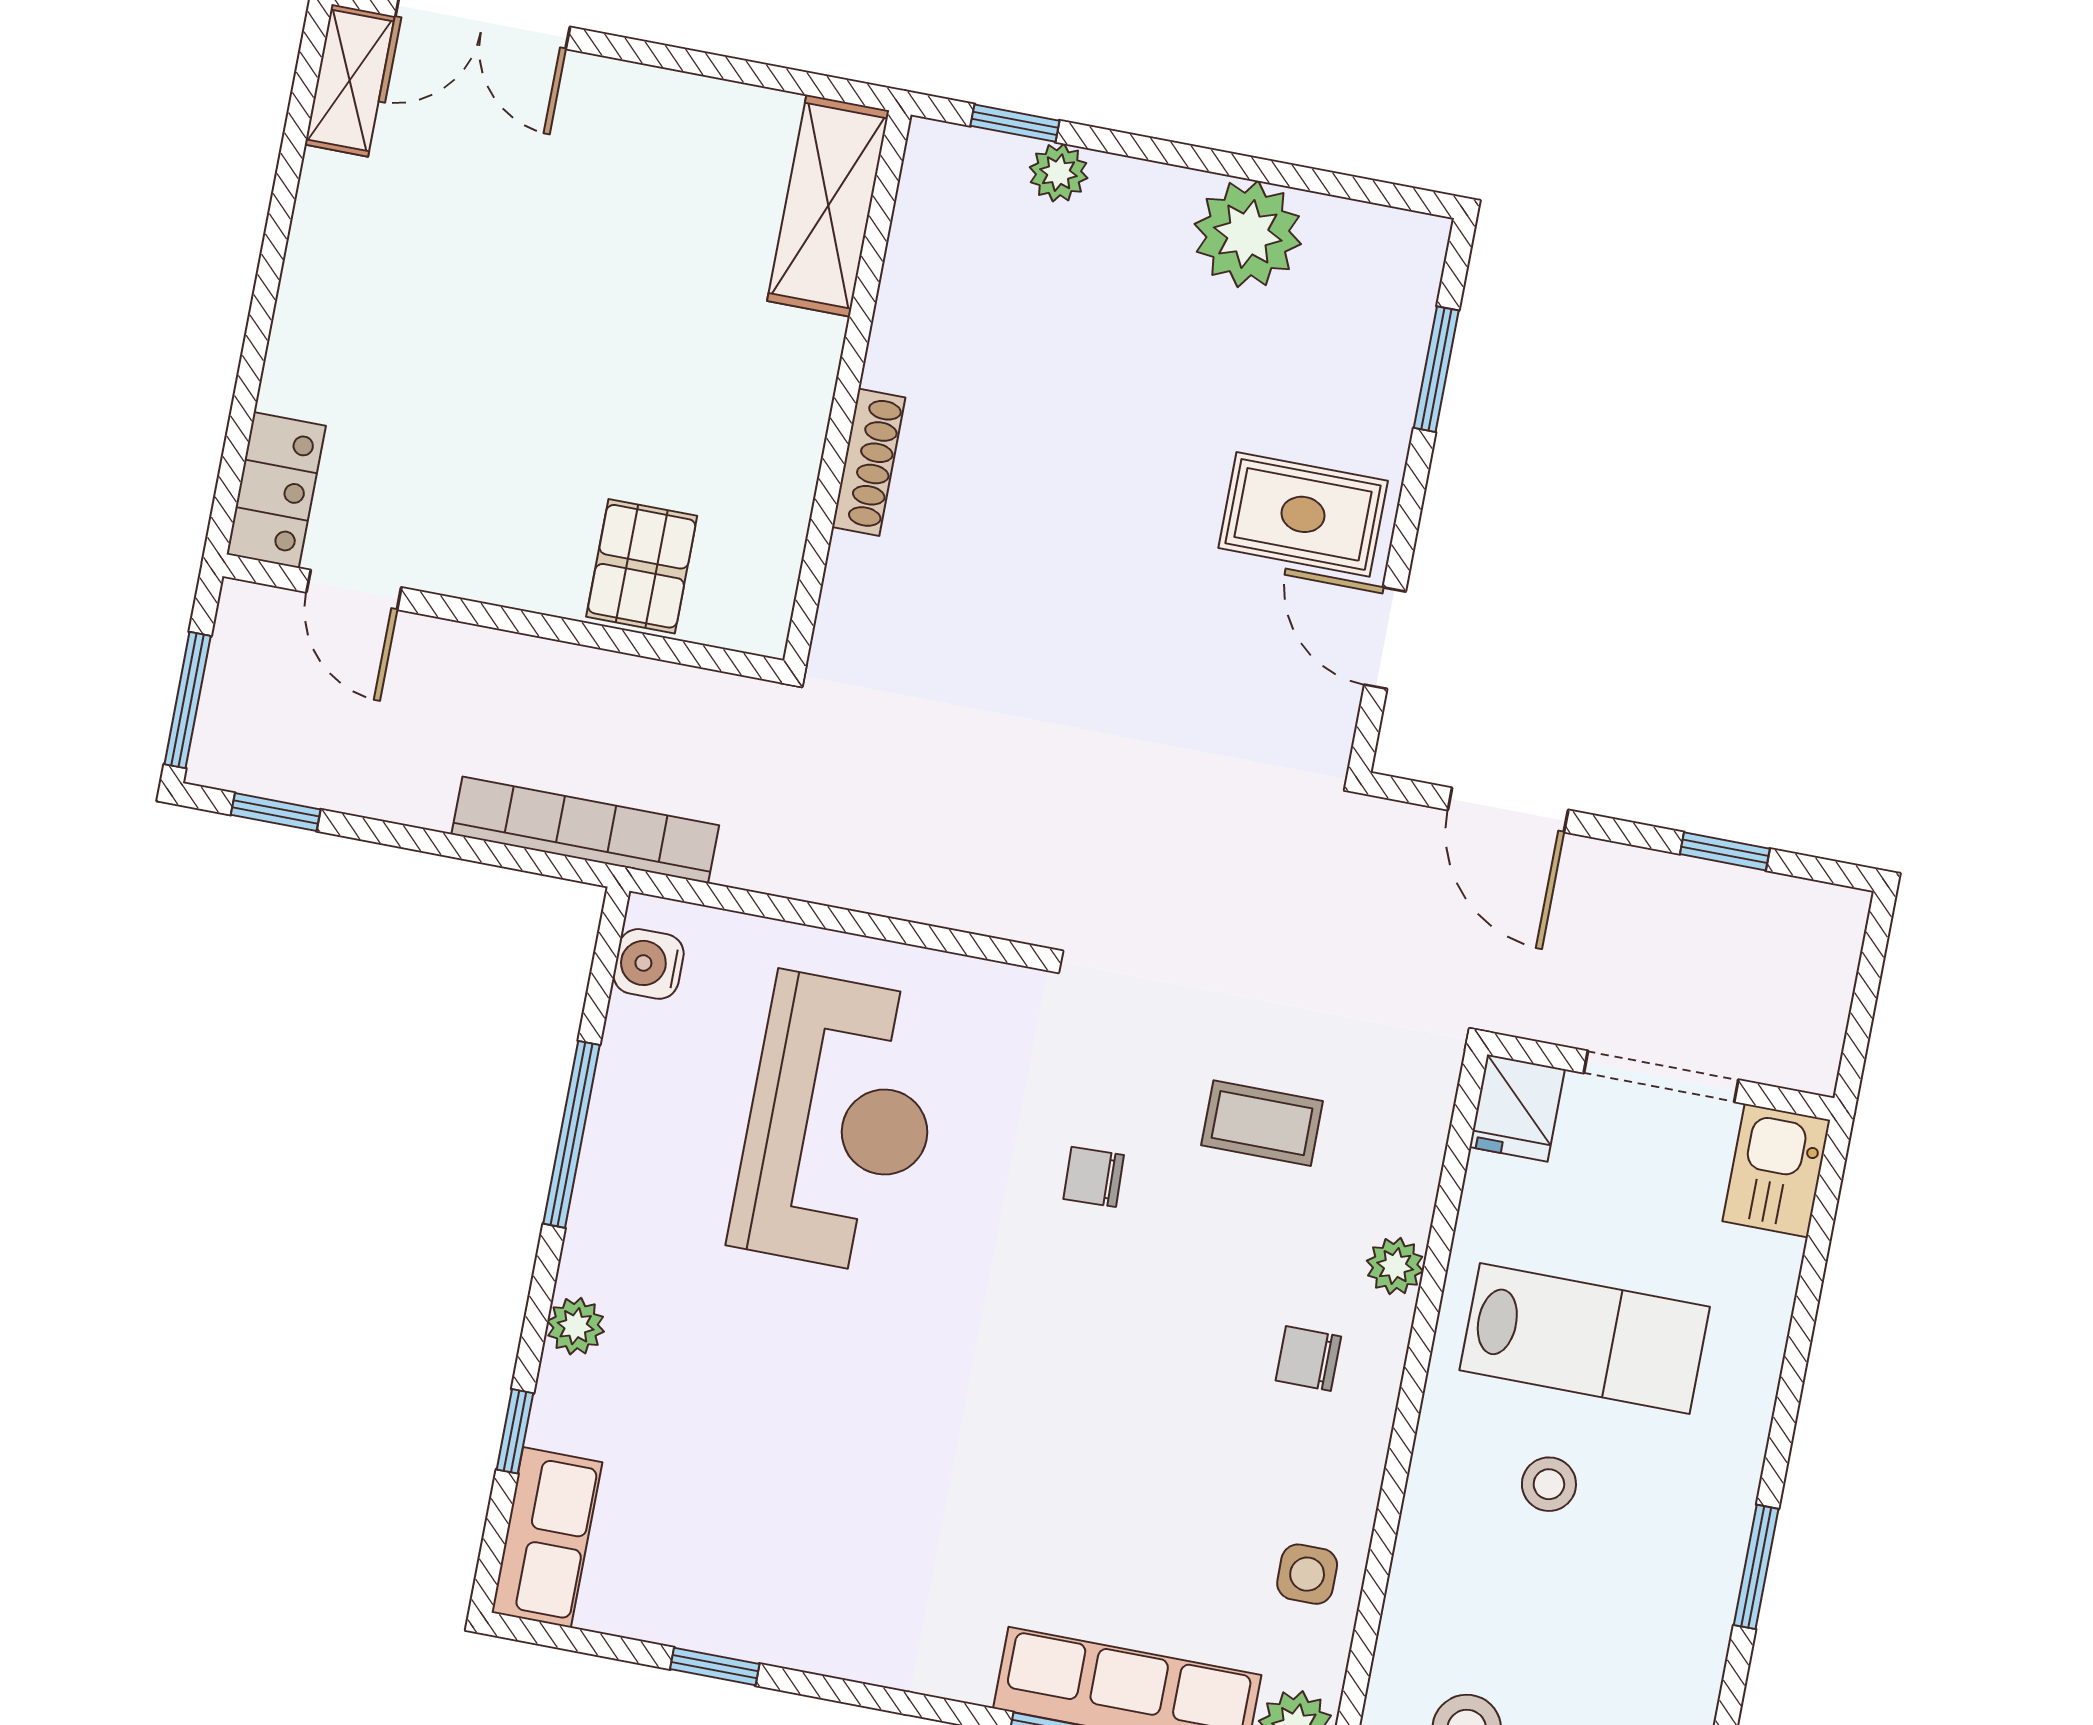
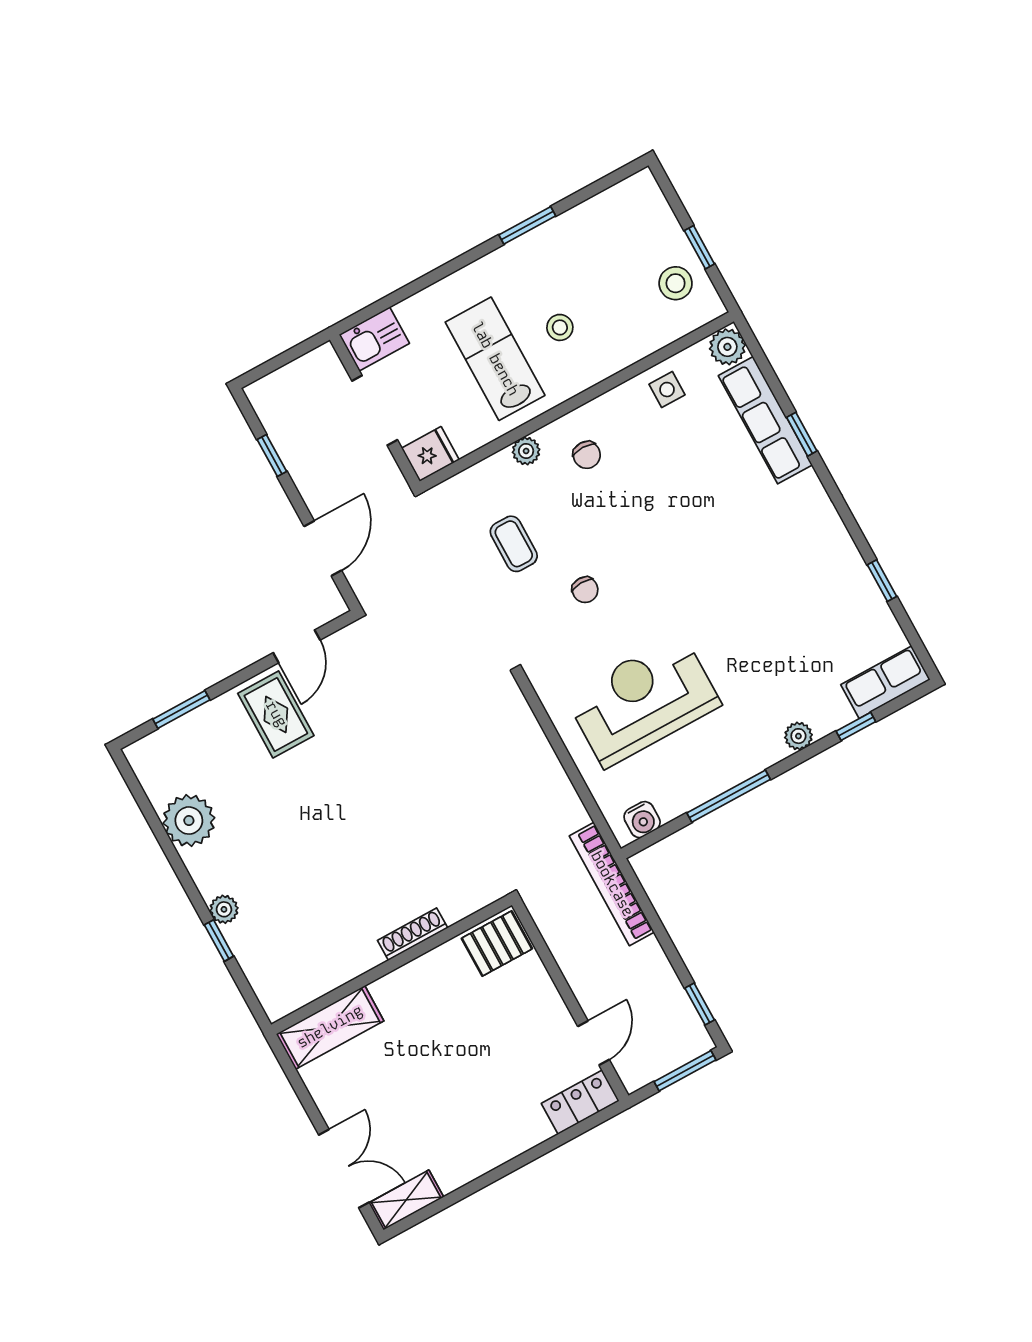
shelving: (828, 206) -> (330, 1027), moved
wall: (847, 388) -> (391, 965), moved
shoe rack: (869, 462) -> (413, 934), moved

